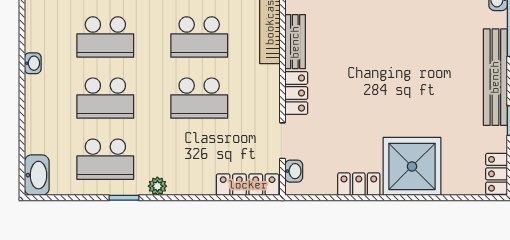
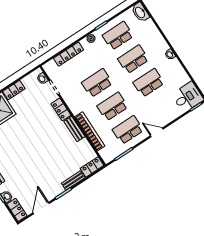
locker: (248, 185) -> (68, 54), moved

